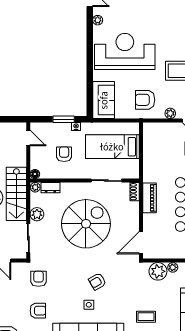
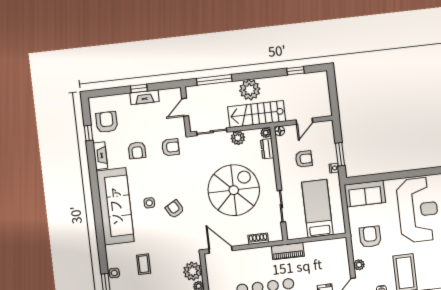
door: (28, 138) -> (304, 121), moved
shoe rack: (135, 192) -> (258, 239), moved
piano: (150, 198) -> (288, 251), moved
spiral stairs: (86, 224) -> (234, 190), turned -90

